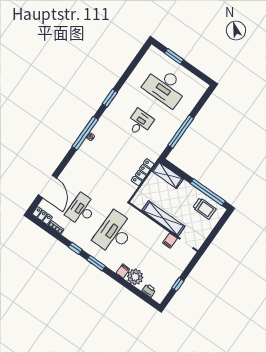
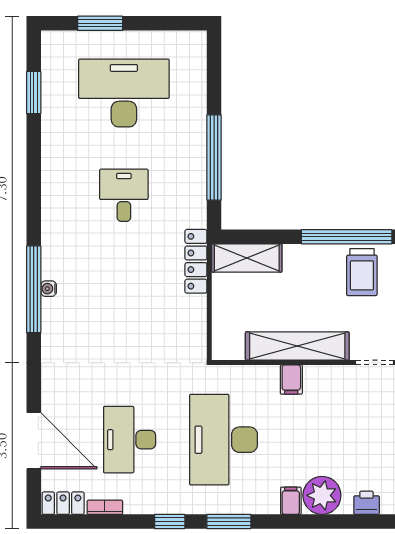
desk: (165, 87) -> (124, 93), turned 180
window: (110, 98) -> (34, 93), moved
locker: (143, 172) -> (196, 261), moved
trolley: (204, 208) -> (362, 272), turned 90
filing cabinet: (170, 241) -> (291, 380), moved

